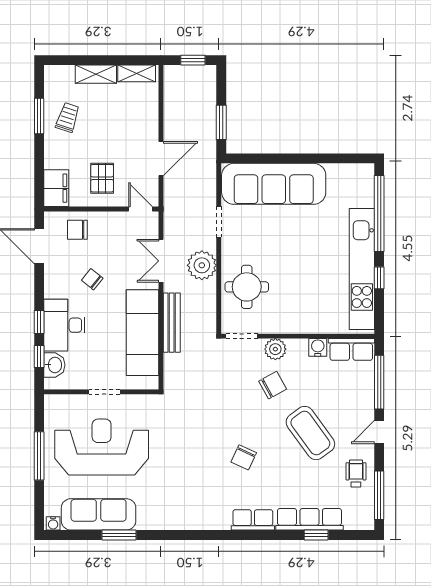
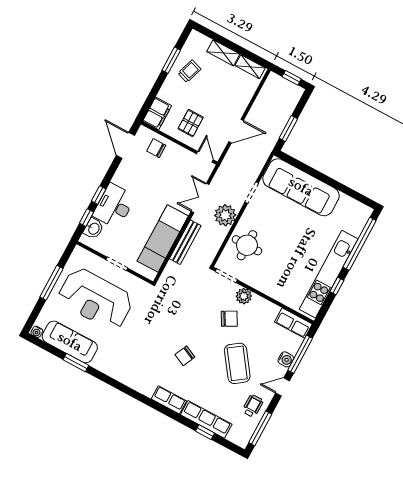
chair: (92, 279) -> (148, 186), removed
water cooler: (318, 347) -> (286, 359), moved, turned 90
reception desk: (102, 447) -> (95, 299), turned 180

